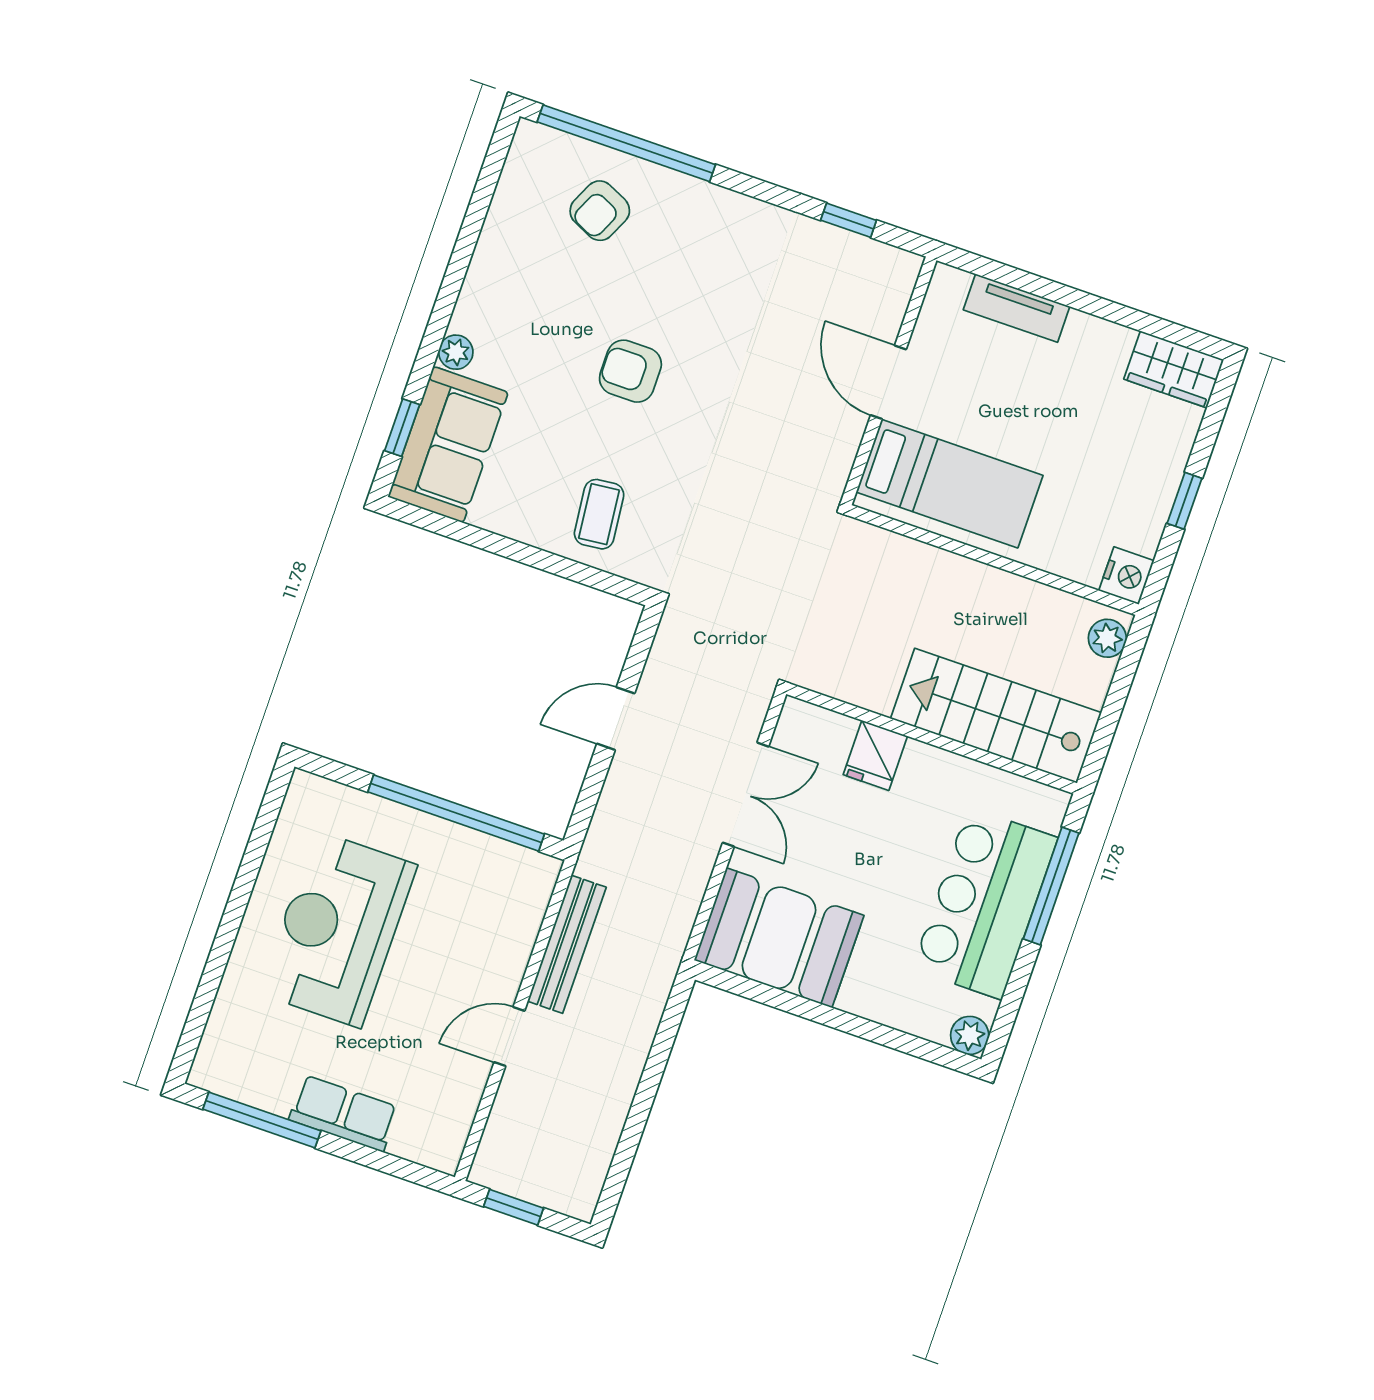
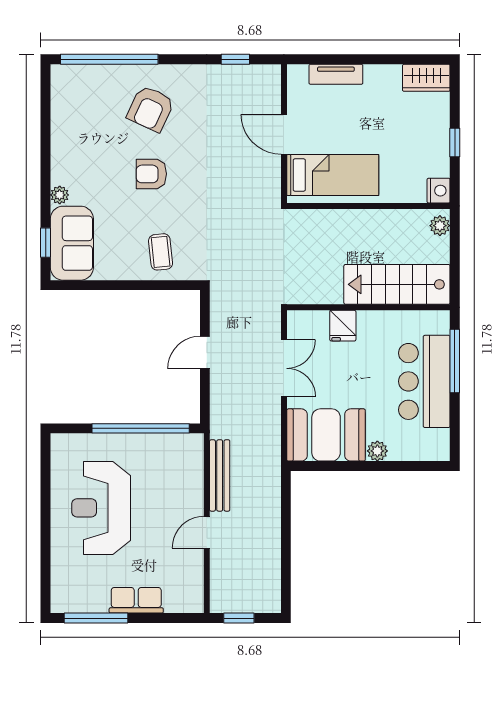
armchair: (600, 211) -> (151, 109), moved, width x1.38, depth x1.38
plant: (970, 1035) -> (377, 451), moved

